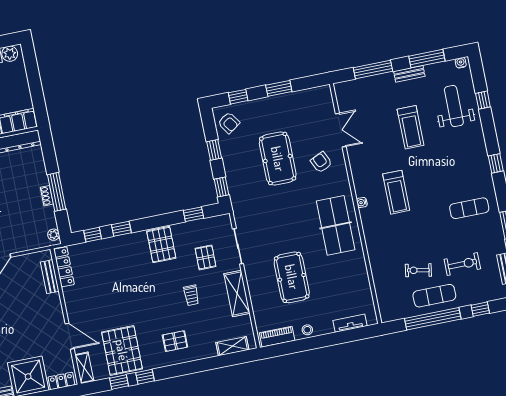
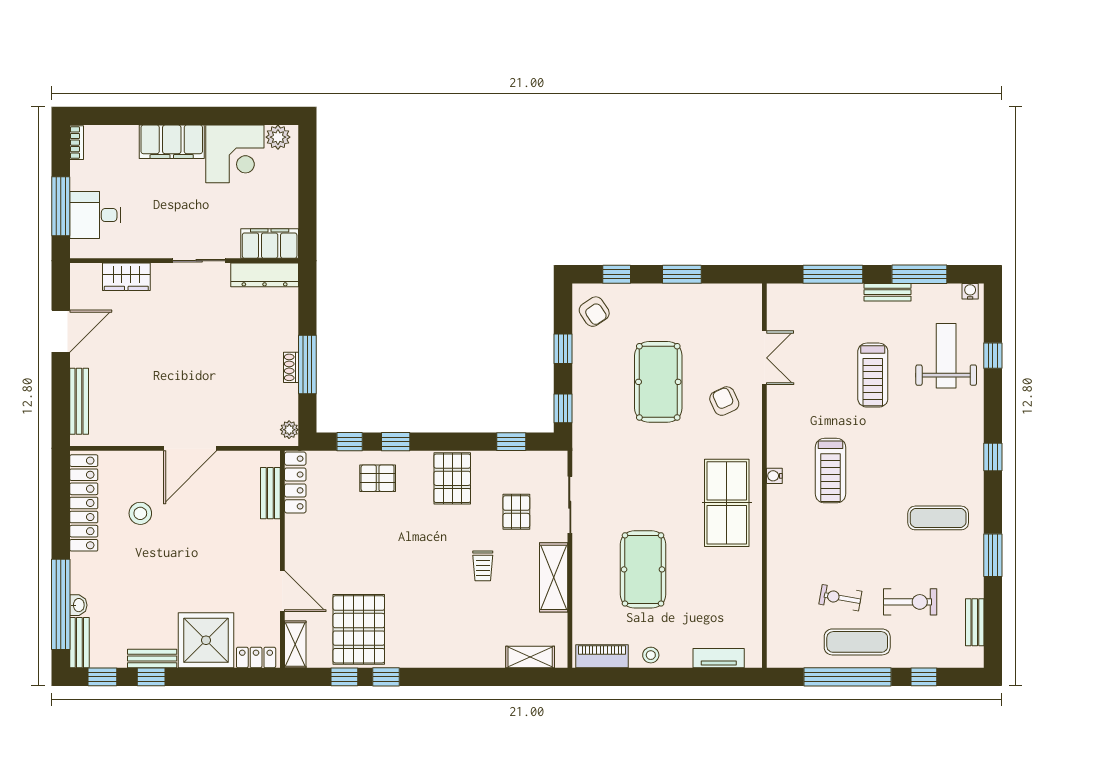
pallet: (175, 341) -> (378, 478), moved

